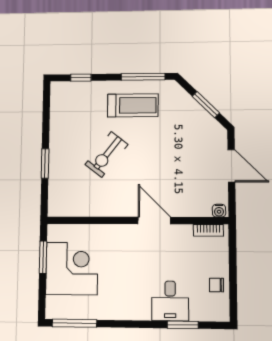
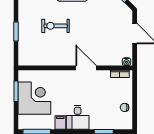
exercise bike: (107, 155) -> (56, 26), turned 52
desk: (170, 301) -> (78, 117), moved
filing cabinet: (112, 309) -> (60, 123), added

